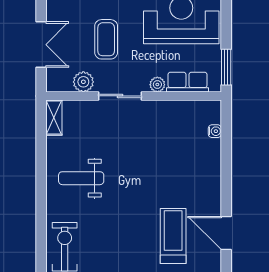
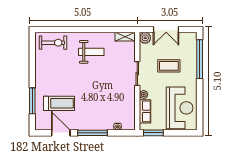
plant: (83, 82) -> (145, 38), moved
window: (226, 176) -> (92, 133), added
weight bench: (81, 178) -> (91, 52), turned 90
door: (226, 233) -> (61, 133), hinge flipped

